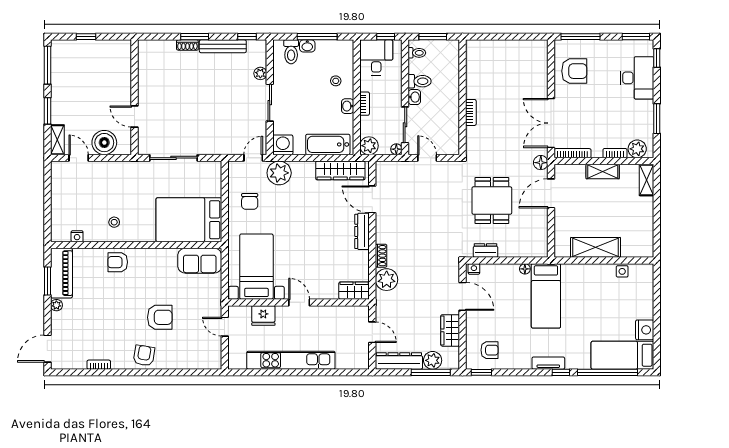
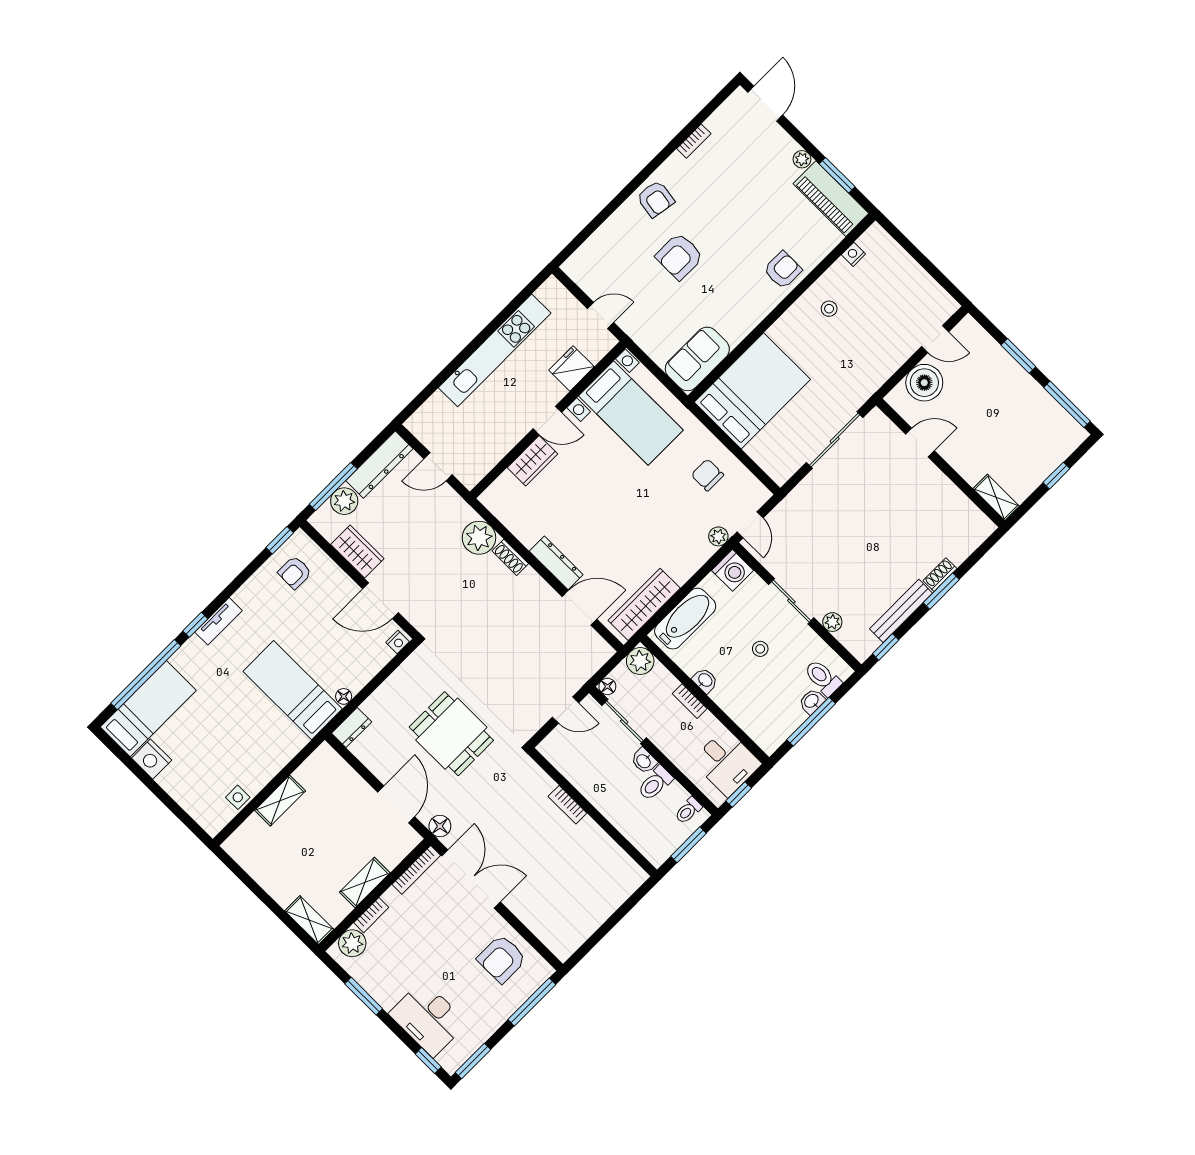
stool: (336, 81) -> (760, 649), moved
shelving: (57, 140) -> (996, 497), moved
plant: (279, 173) -> (718, 536), width x0.53, depth x0.53
shelving: (596, 247) -> (280, 801), width x0.67, depth x0.75
dresser: (486, 251) -> (352, 727), moved
wardrobe: (354, 291) -> (532, 461), moved

